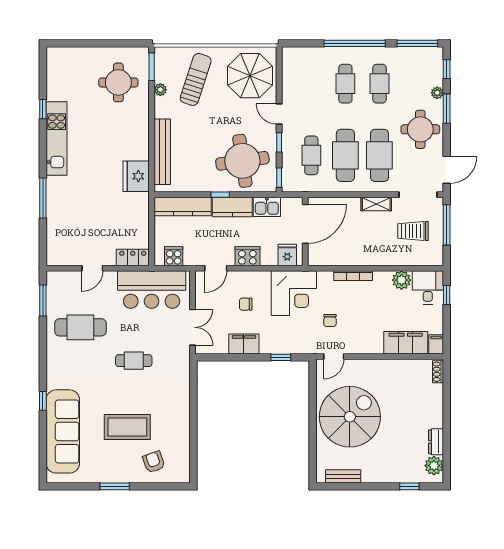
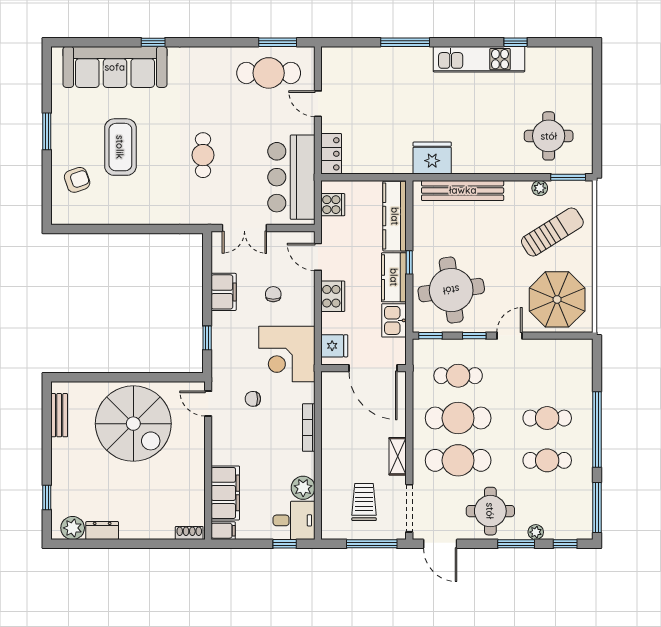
sun lounger: (196, 79) -> (552, 232), turned -50
cafe table: (80, 327) -> (269, 73), moved, turned 90

